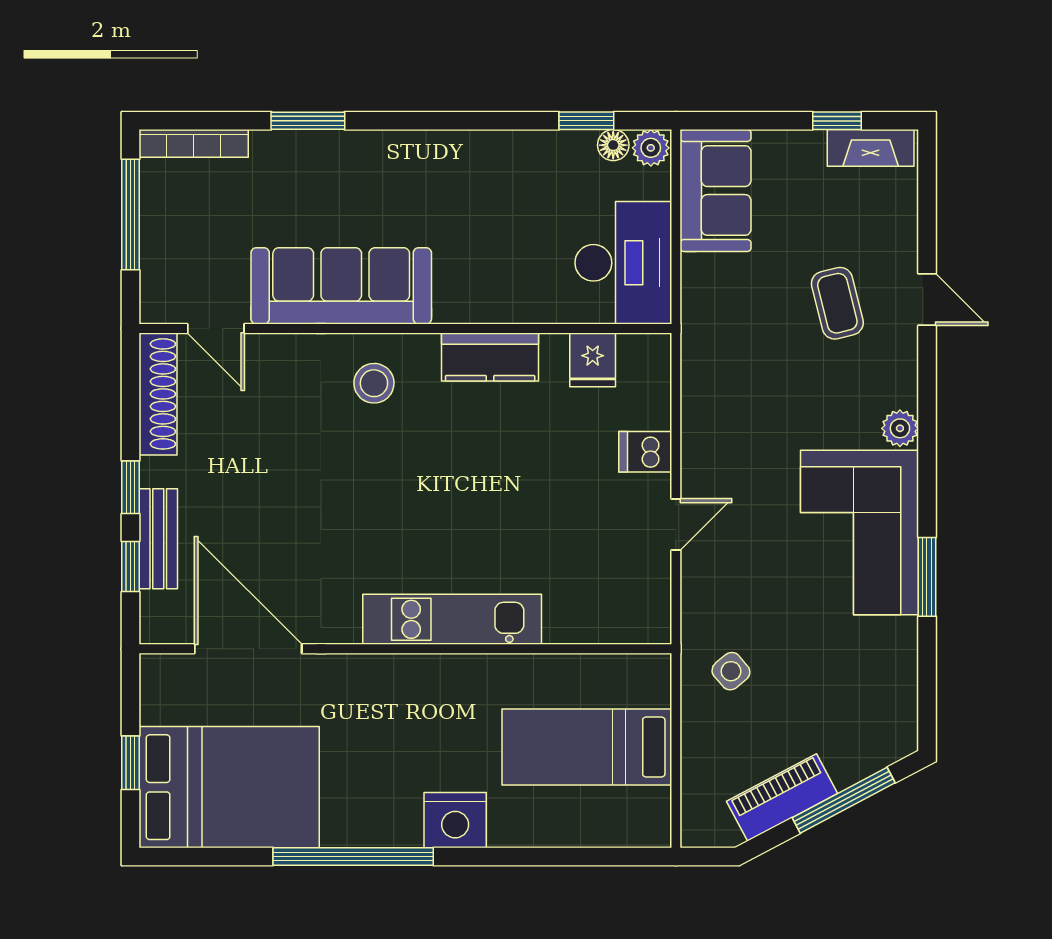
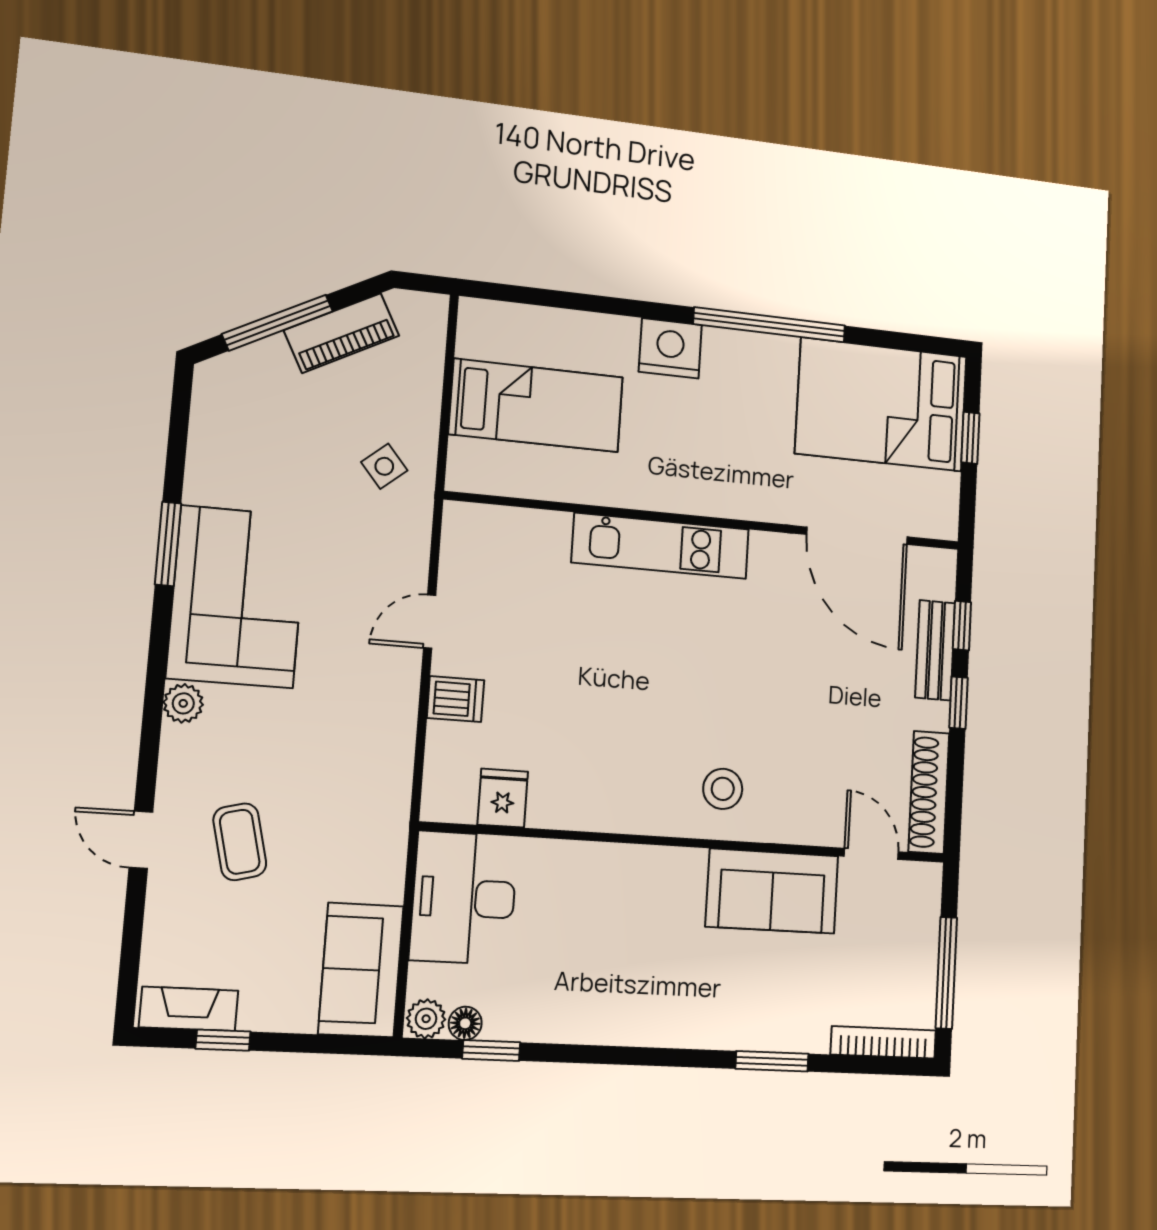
sofa: (341, 286) -> (772, 891), width x0.73
kitchen counter: (490, 357) -> (606, 808), removed

